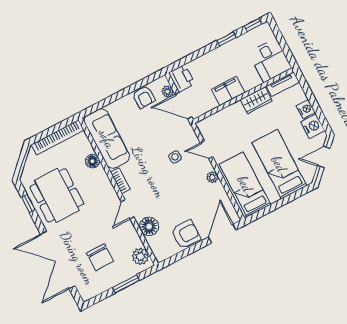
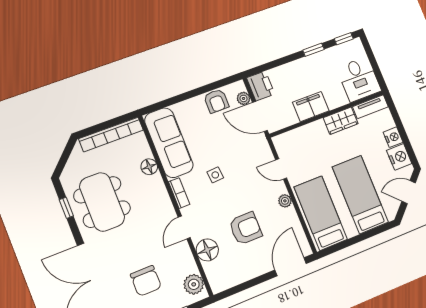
side table: (175, 157) -> (215, 175), moved
armchair: (186, 235) -> (245, 228), moved

